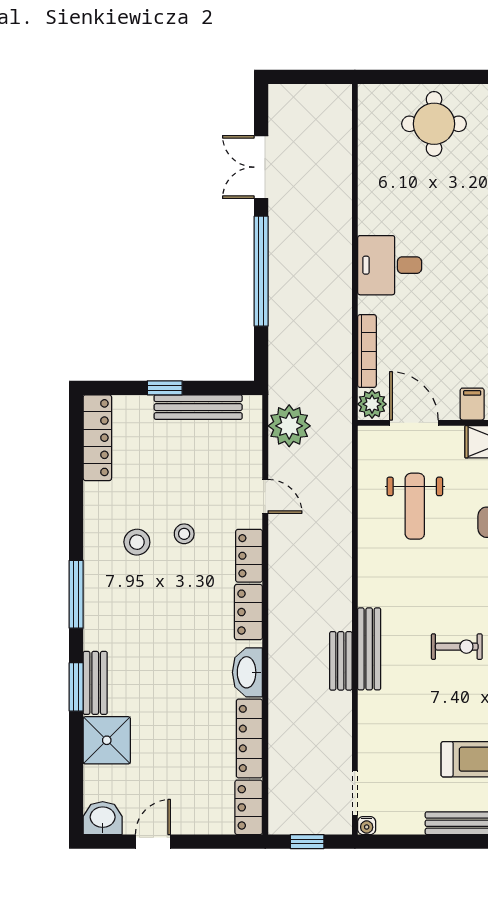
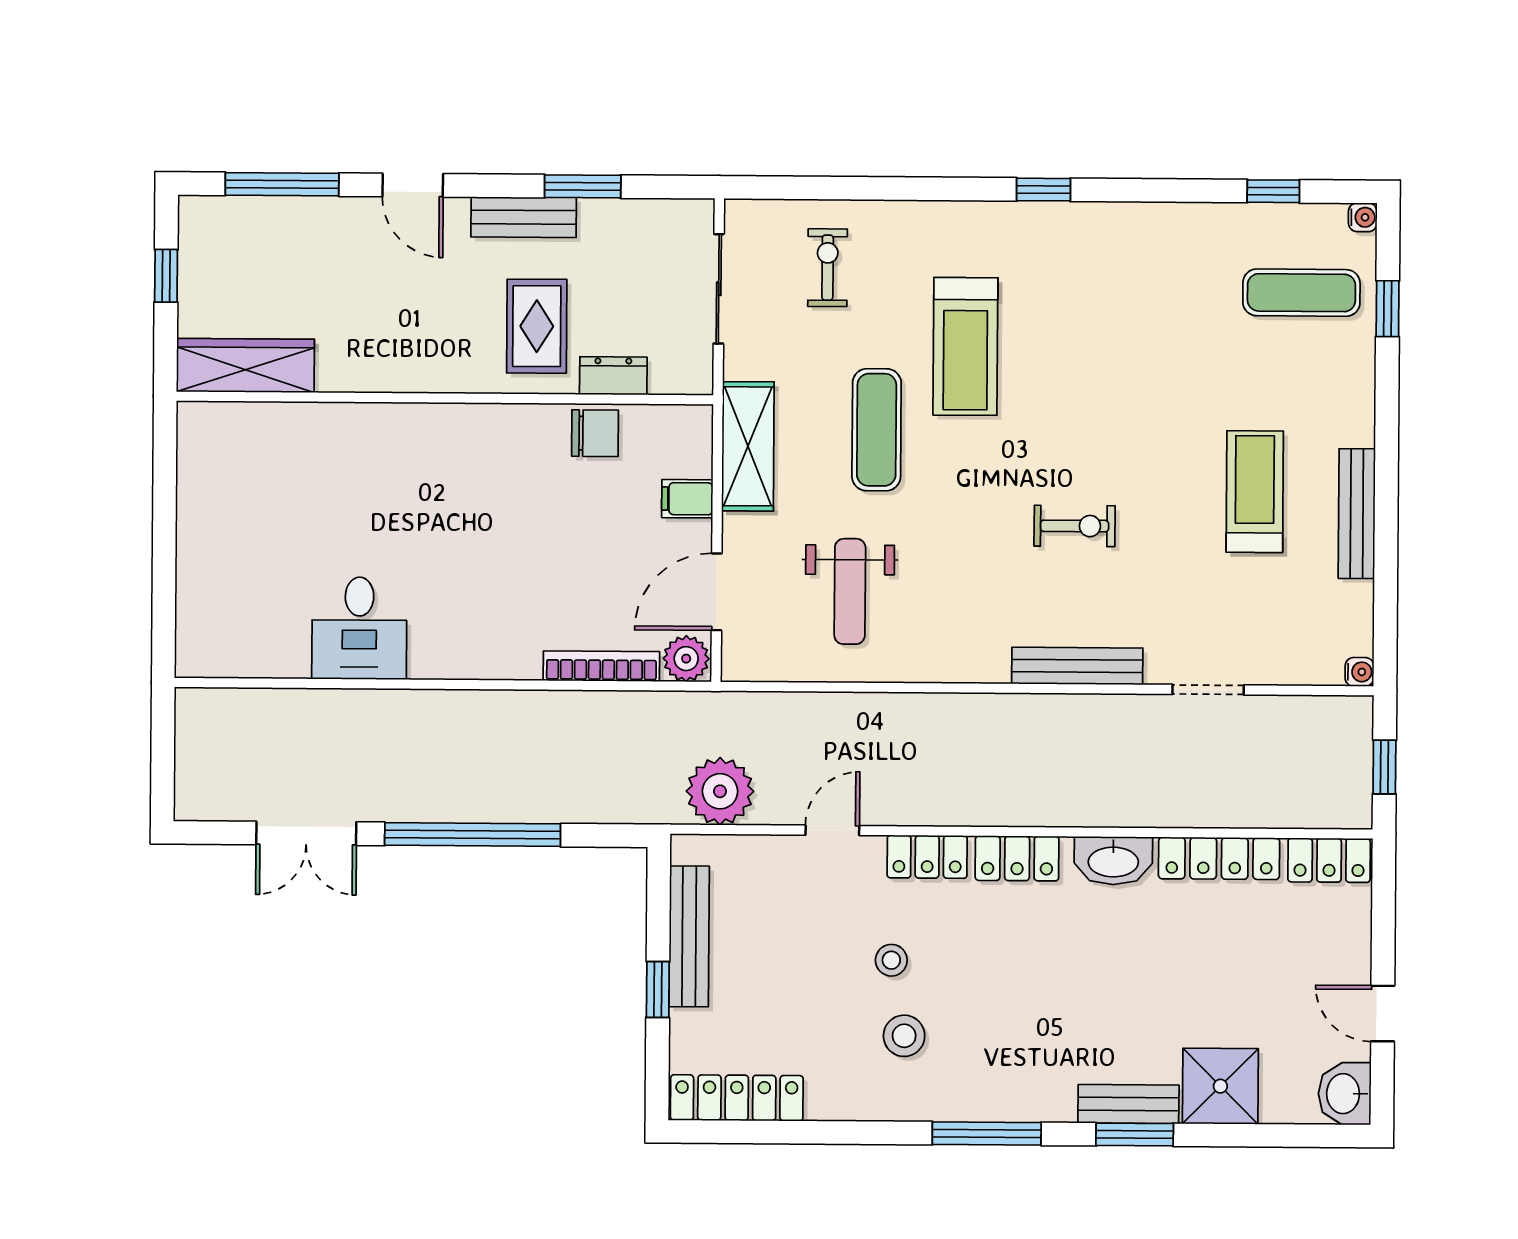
round table: (434, 124) -> (239, 556), removed
desk: (390, 265) -> (359, 628), moved
weight bench: (415, 506) -> (850, 591), turned 90
exercise bike: (457, 647) -> (1075, 526), turned 90
bench: (341, 661) -> (1096, 711), removed
doorway: (355, 793) -> (1208, 690), moved

